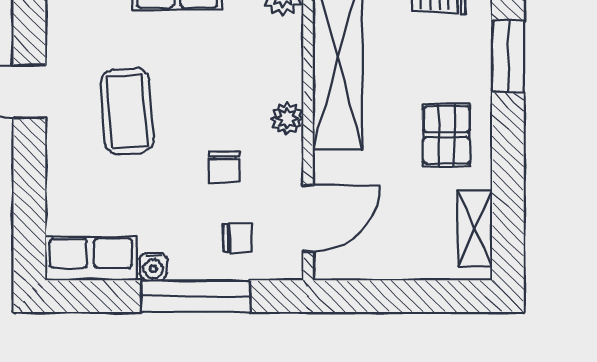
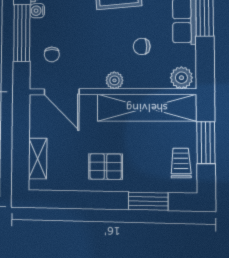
chair: (225, 167) -> (142, 46), moved
shelving: (475, 228) -> (38, 158), moved, turned 90

